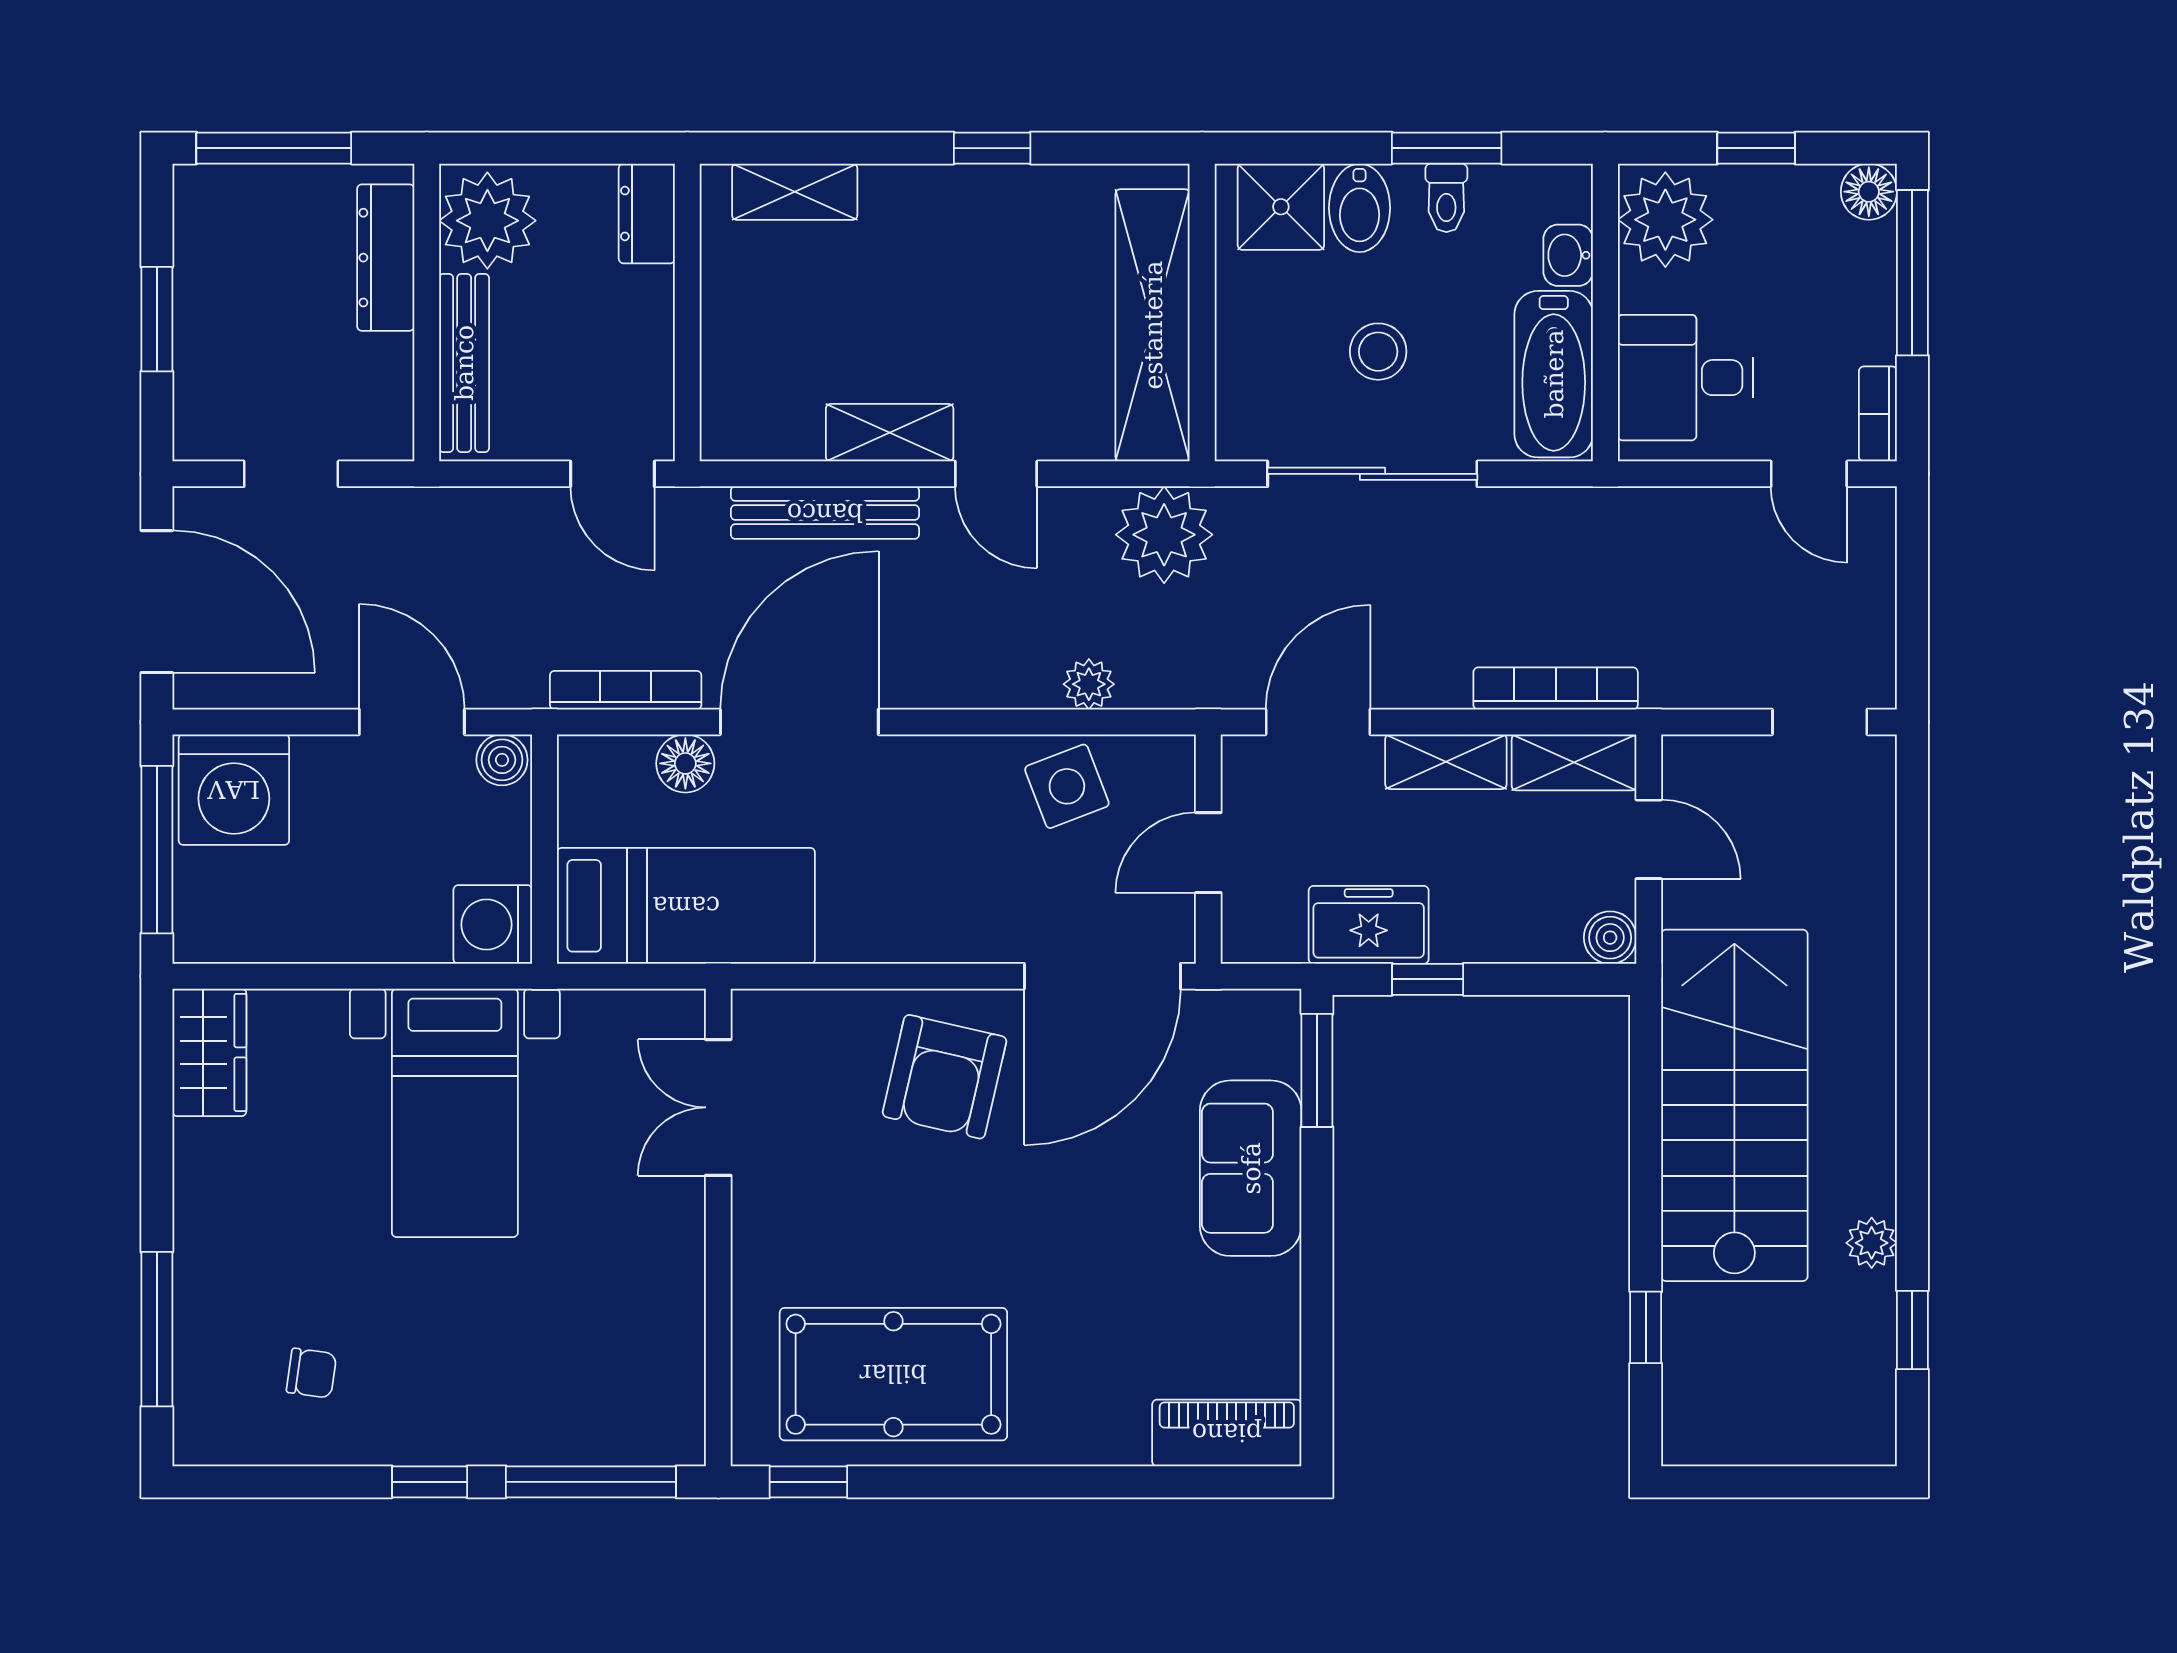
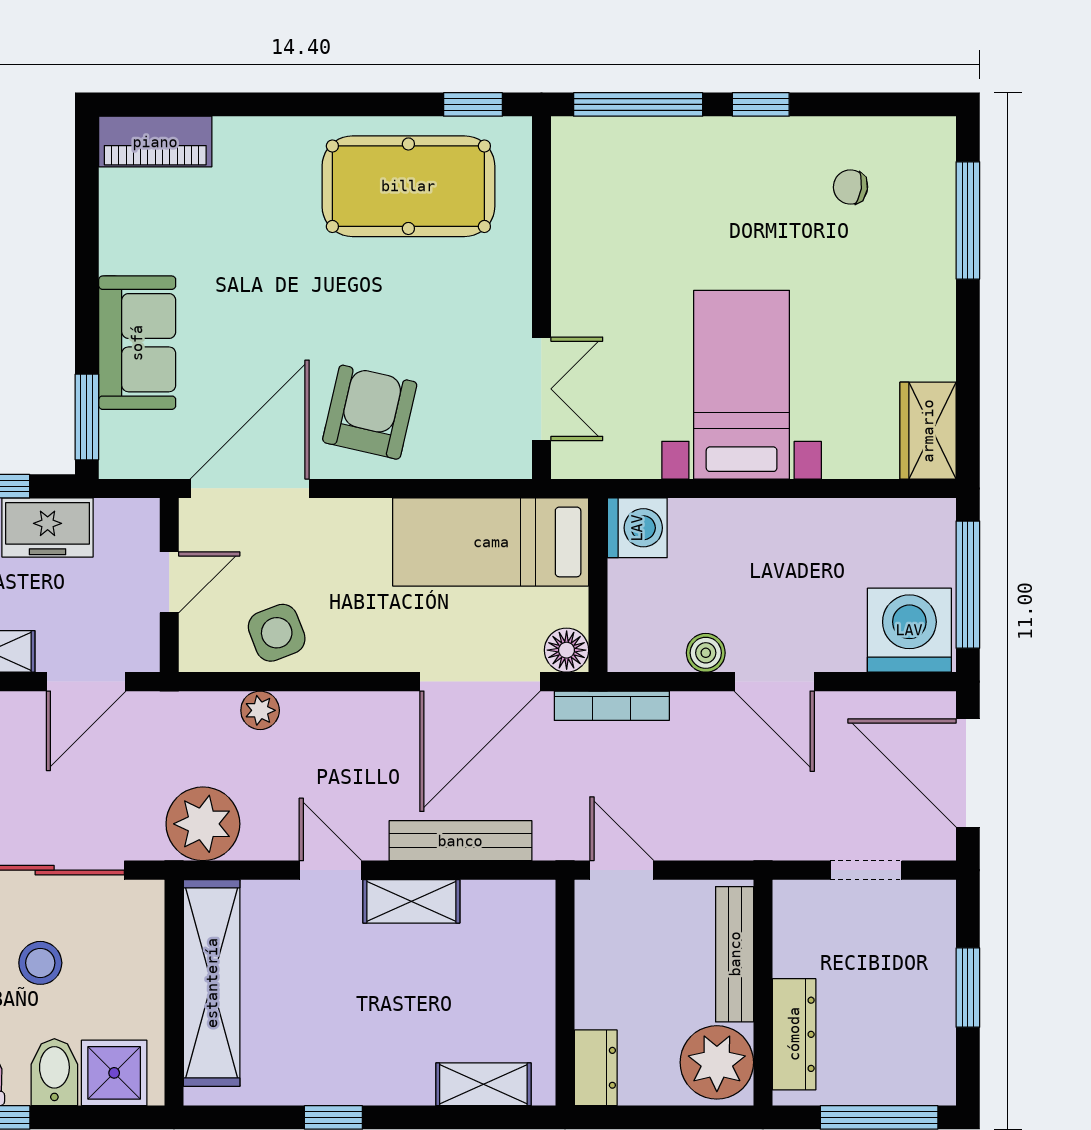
wall: (545, 849) -> (598, 585), moved
bed: (686, 906) -> (491, 542), moved
washing machine: (493, 925) -> (637, 528), moved

